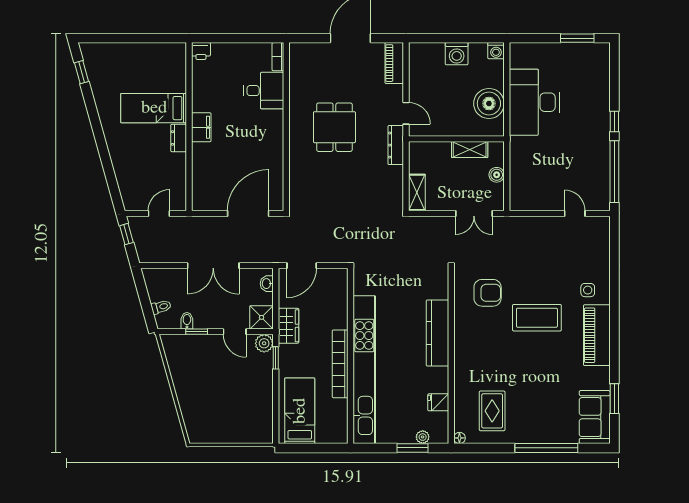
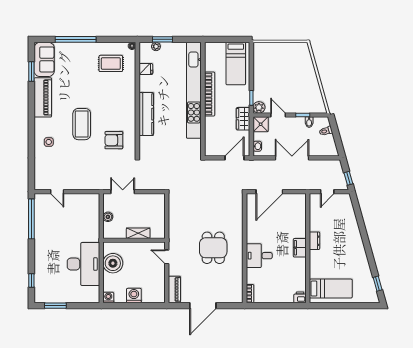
desk: (264, 91) -> (259, 256), moved
bed: (154, 108) -> (331, 289), moved
window: (614, 121) -> (31, 281), moved
dresser: (396, 145) -> (173, 236), removed
shelving: (470, 150) -> (138, 233), moved
shelving: (417, 192) -> (160, 205), removed
coffee table: (537, 318) -> (82, 124), turned 90
piano: (597, 335) -> (43, 97), moved
rug: (492, 411) -> (111, 63), turned 90

